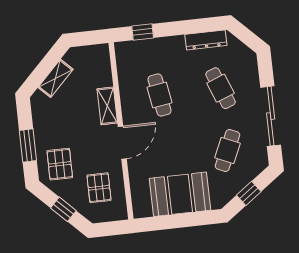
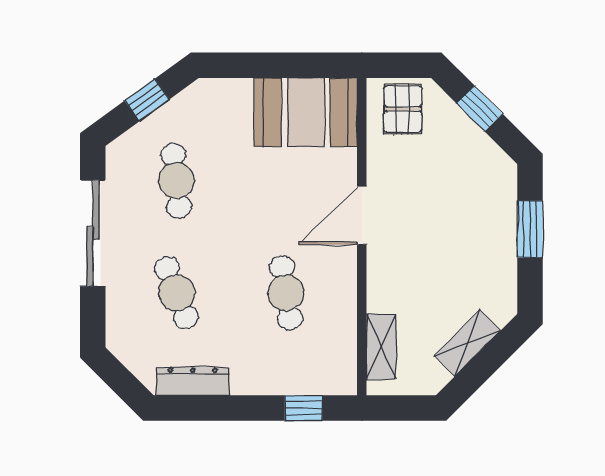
shelving: (107, 106) -> (381, 347), moved
cafe table: (227, 150) -> (176, 181), turned -30
pallet: (60, 164) -> (477, 190), removed
pallet: (99, 188) -> (403, 109), moved
booth: (180, 194) -> (306, 112), moved

